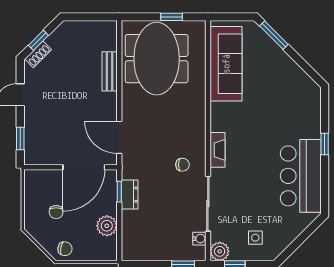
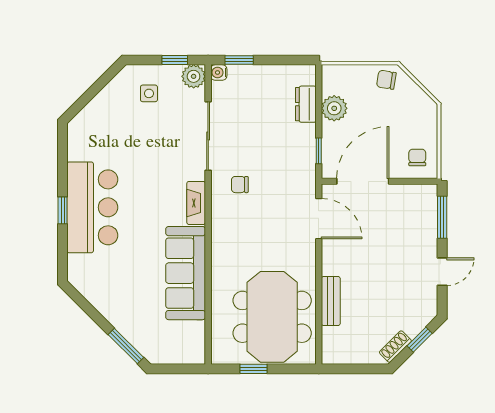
shoe rack: (38, 54) -> (395, 347), moved
sofa: (226, 64) -> (186, 273), moved
window: (20, 138) -> (442, 217), width x1.50
bar counter: (301, 176) -> (92, 207), moved
dresser: (130, 195) -> (306, 104), moved
chair: (56, 212) -> (417, 157), moved
water cooler: (199, 239) -> (219, 72), moved

